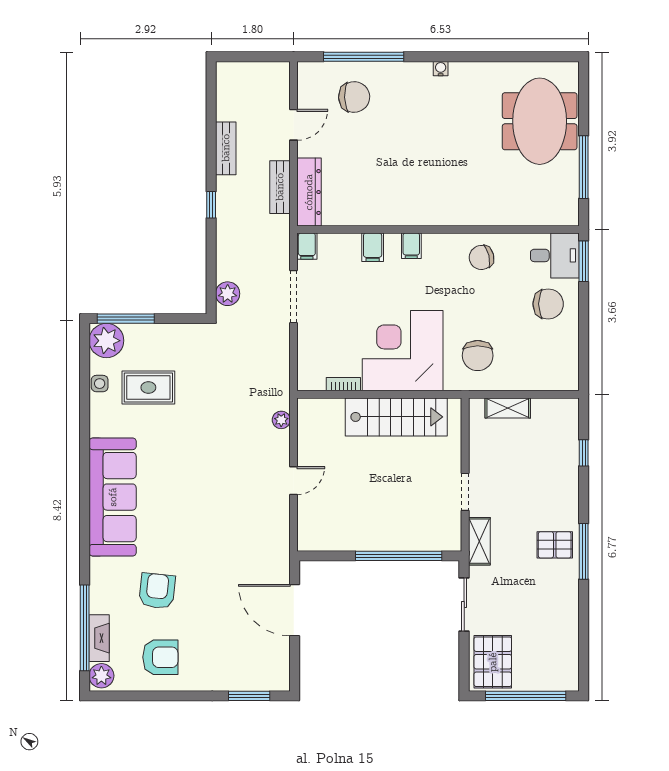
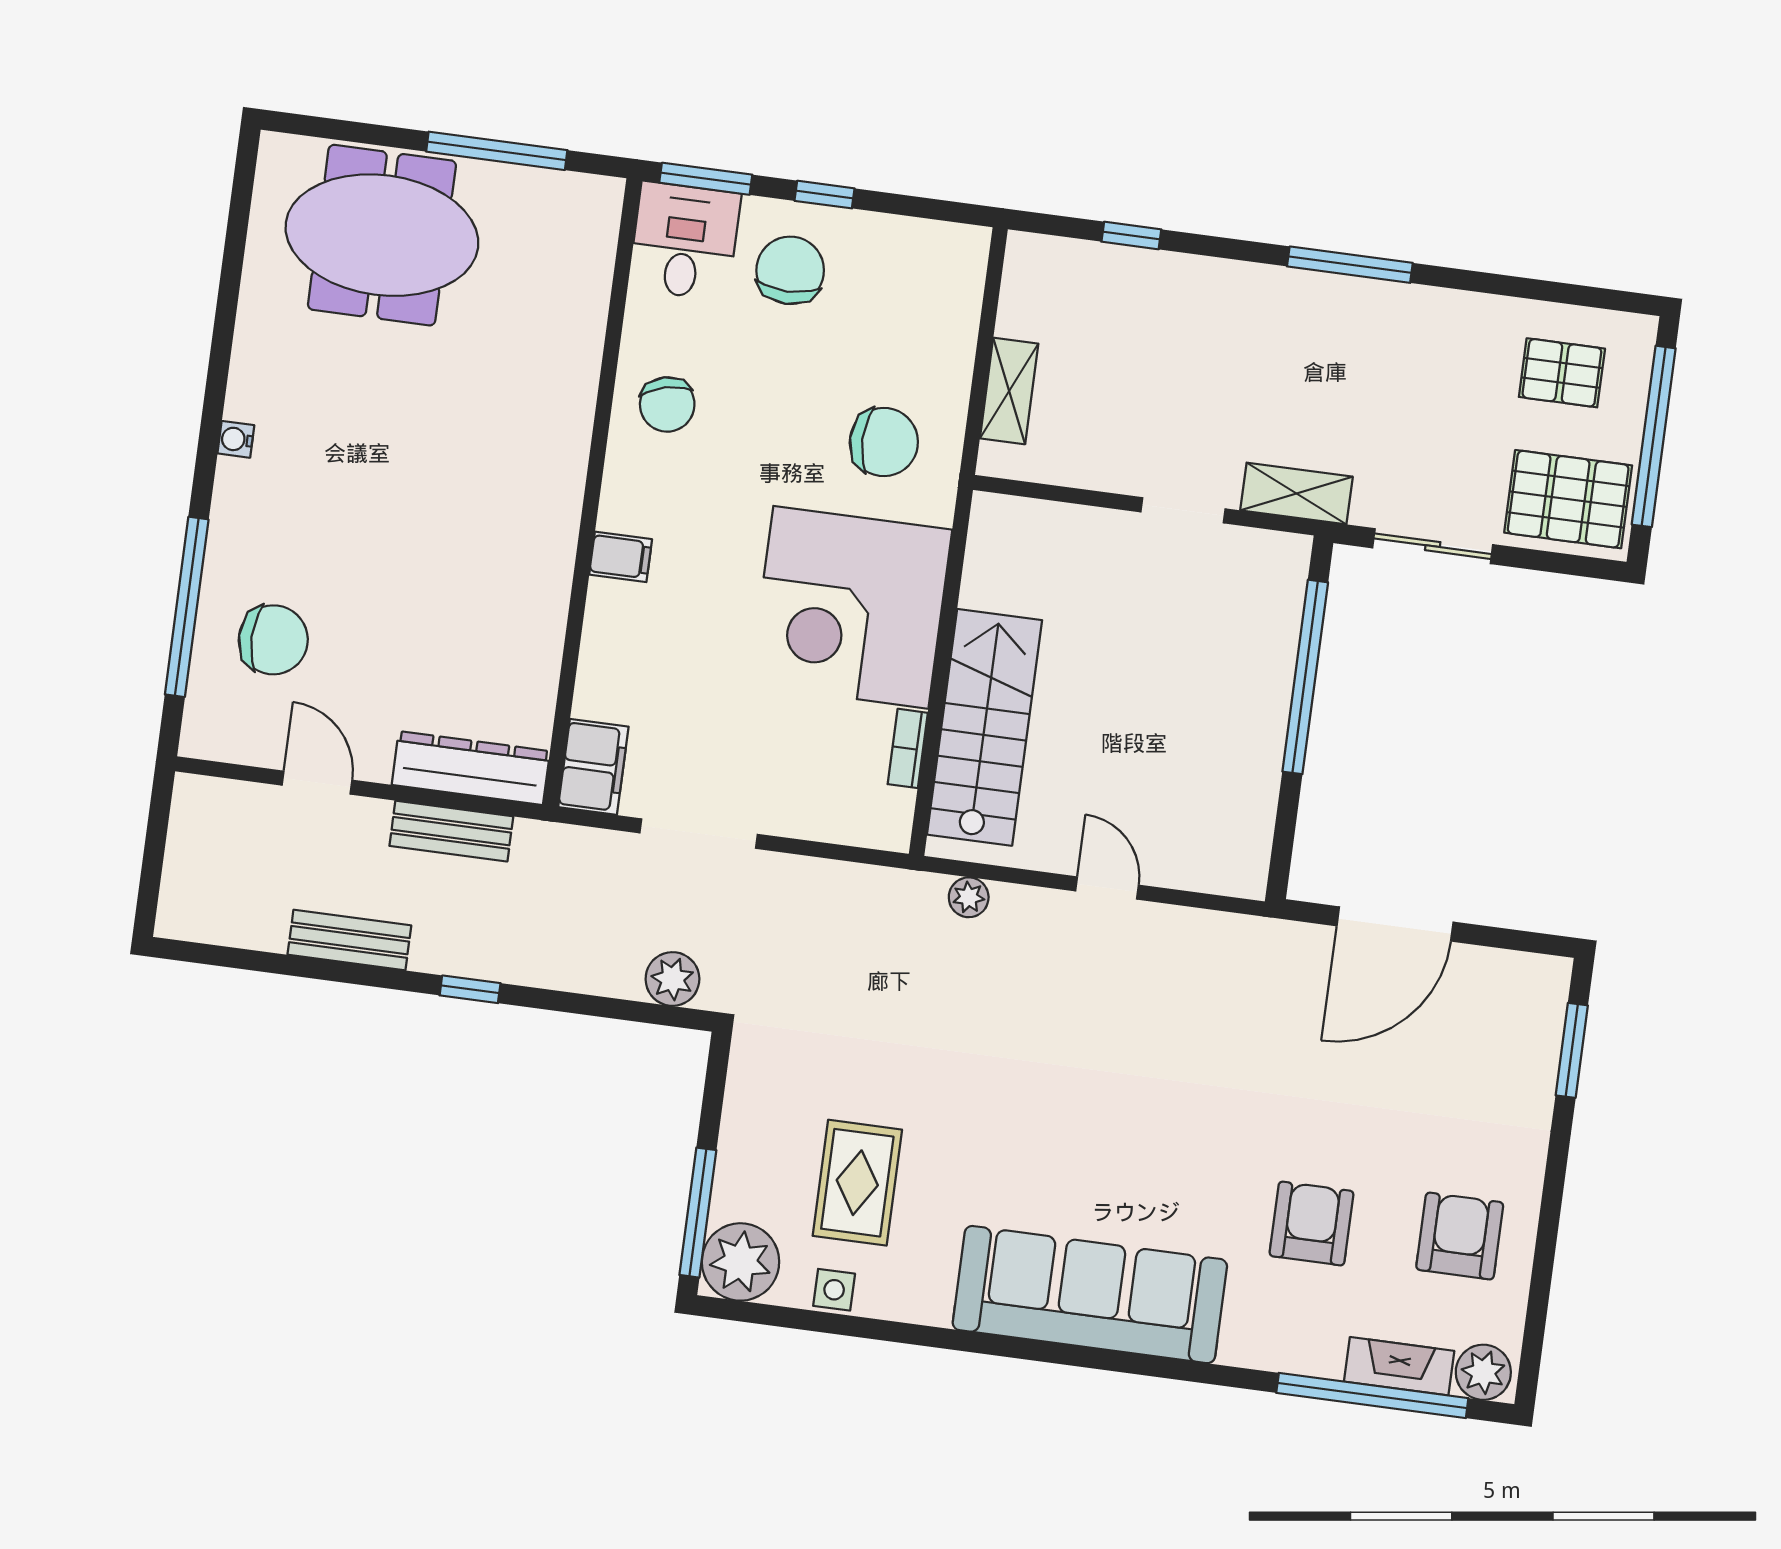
chair: (354, 97) -> (273, 640), turned 92
filing cabinet: (307, 246) -> (593, 767), width x2.00
filing cabinet: (373, 247) -> (612, 643), removed
window: (584, 315) -> (825, 195), added
stairs: (396, 417) -> (985, 727), moved
pallet: (555, 545) -> (1562, 373), moved, turned 90
armchair: (157, 591) -> (1311, 1224), turned 84

